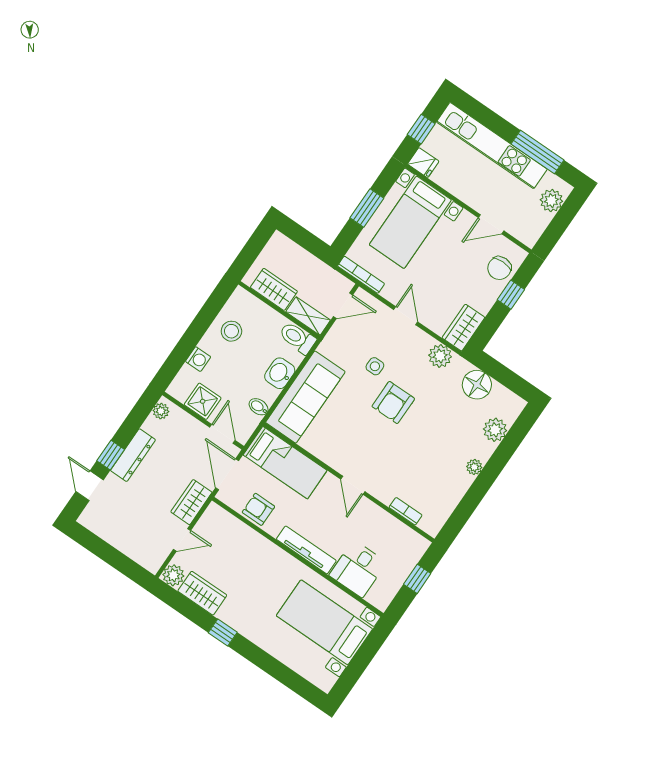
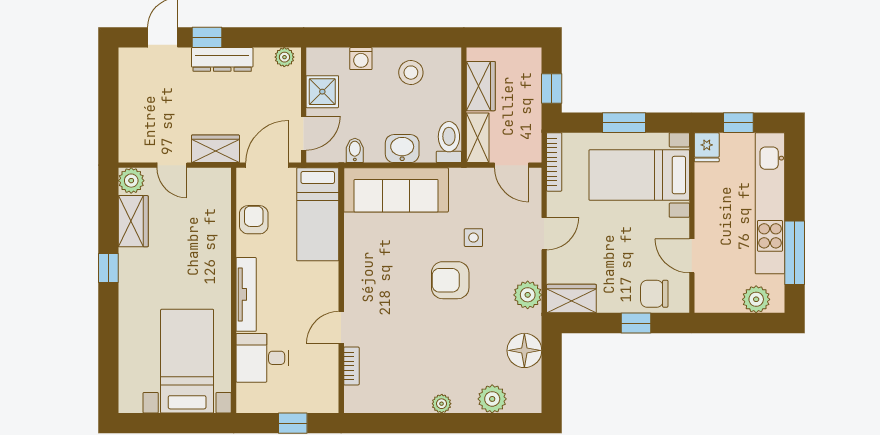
window: (309, 242) -> (552, 88), added
door: (353, 485) -> (341, 328), moved

